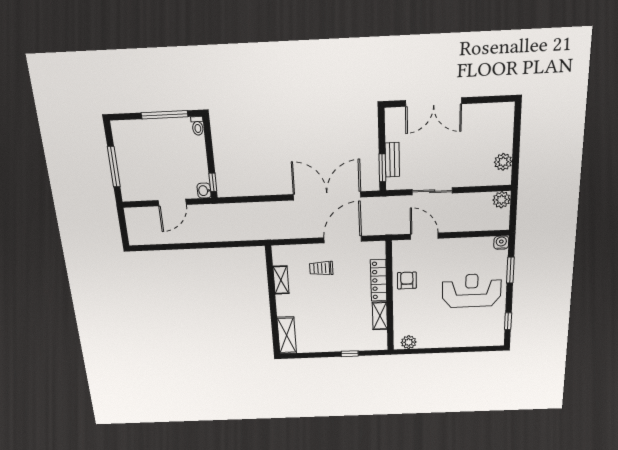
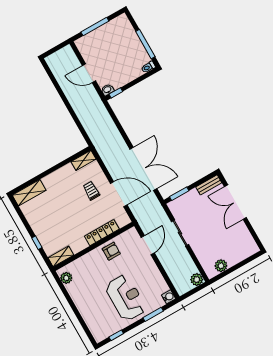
bench: (392, 160) -> (209, 185), moved
shelving: (281, 280) -> (84, 160), moved
shelving: (380, 316) -> (61, 256), moved

